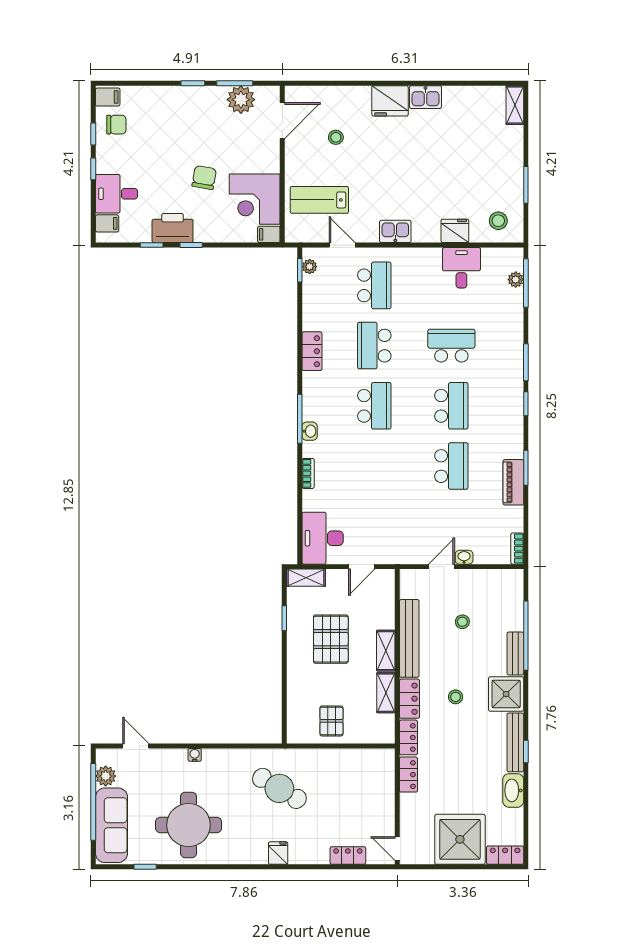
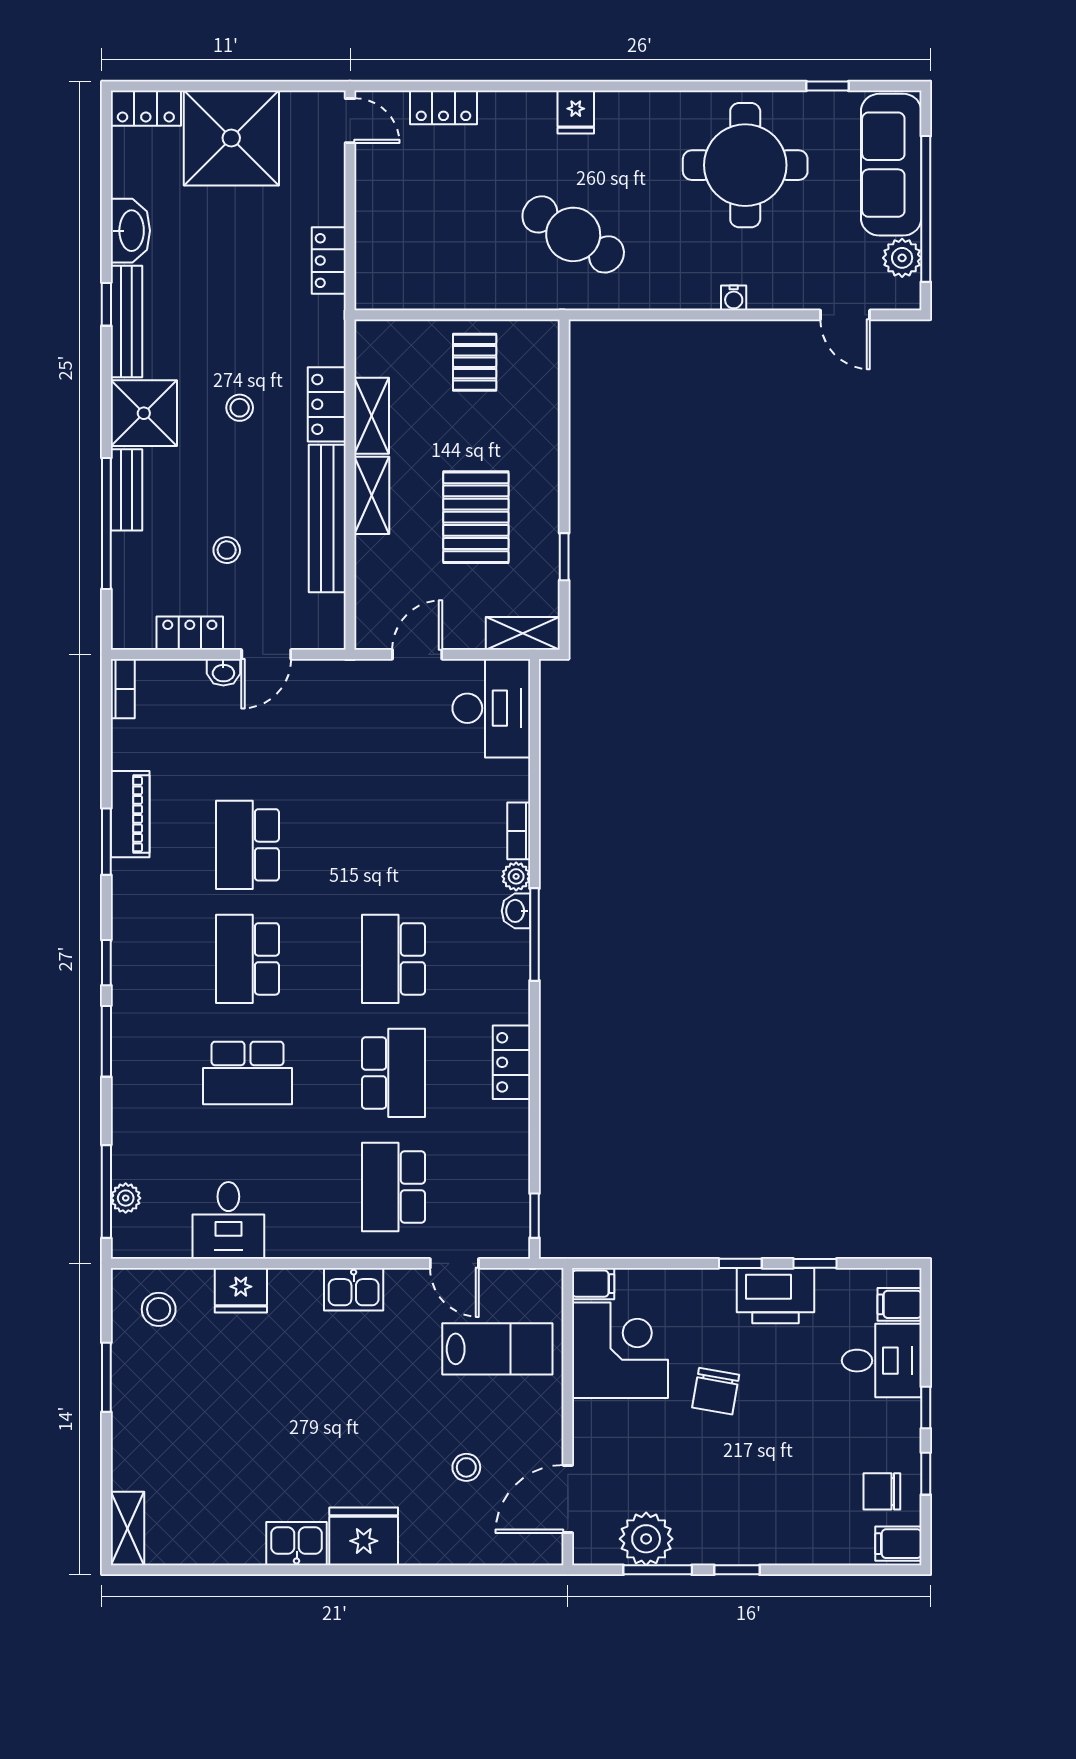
plant: (310, 267) -> (516, 876), moved
locker: (408, 737) -> (190, 633), moved, turned 90

